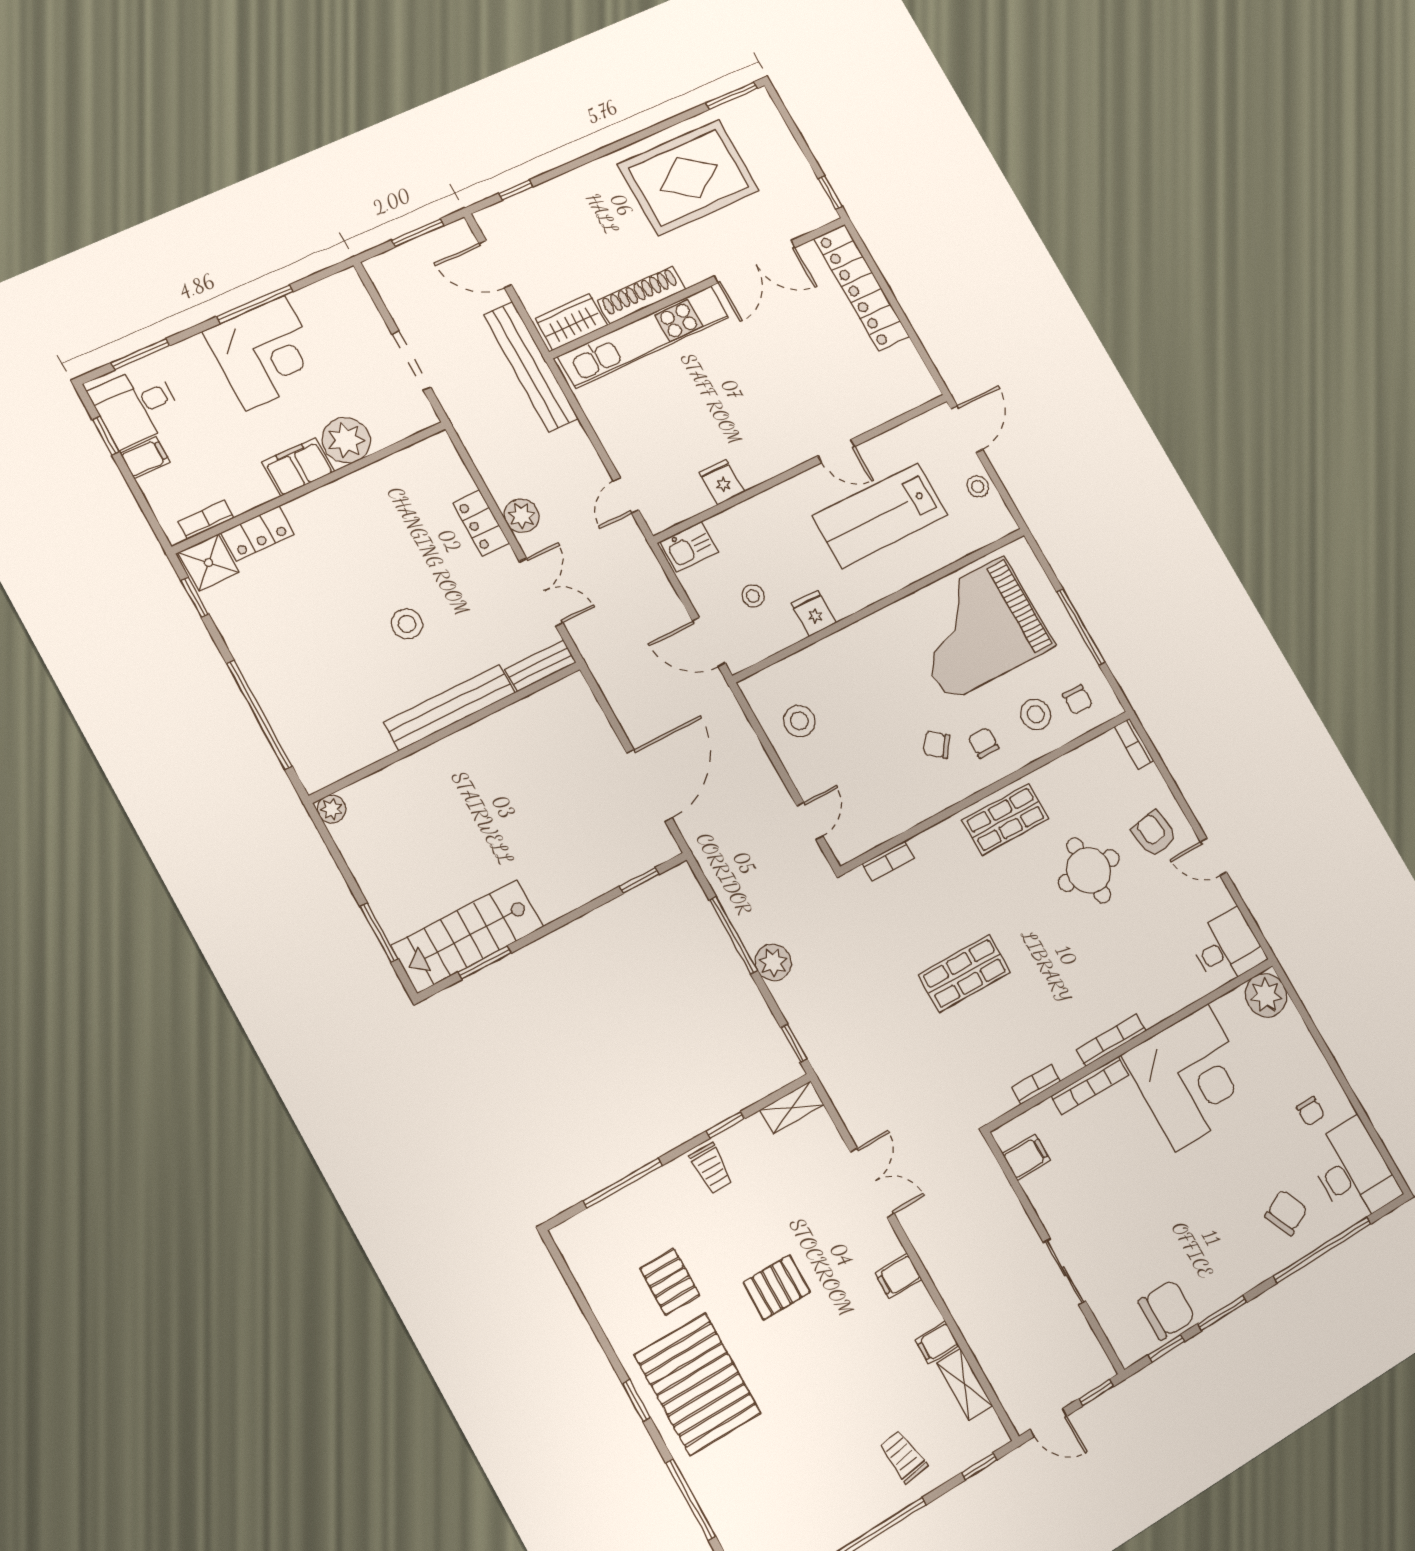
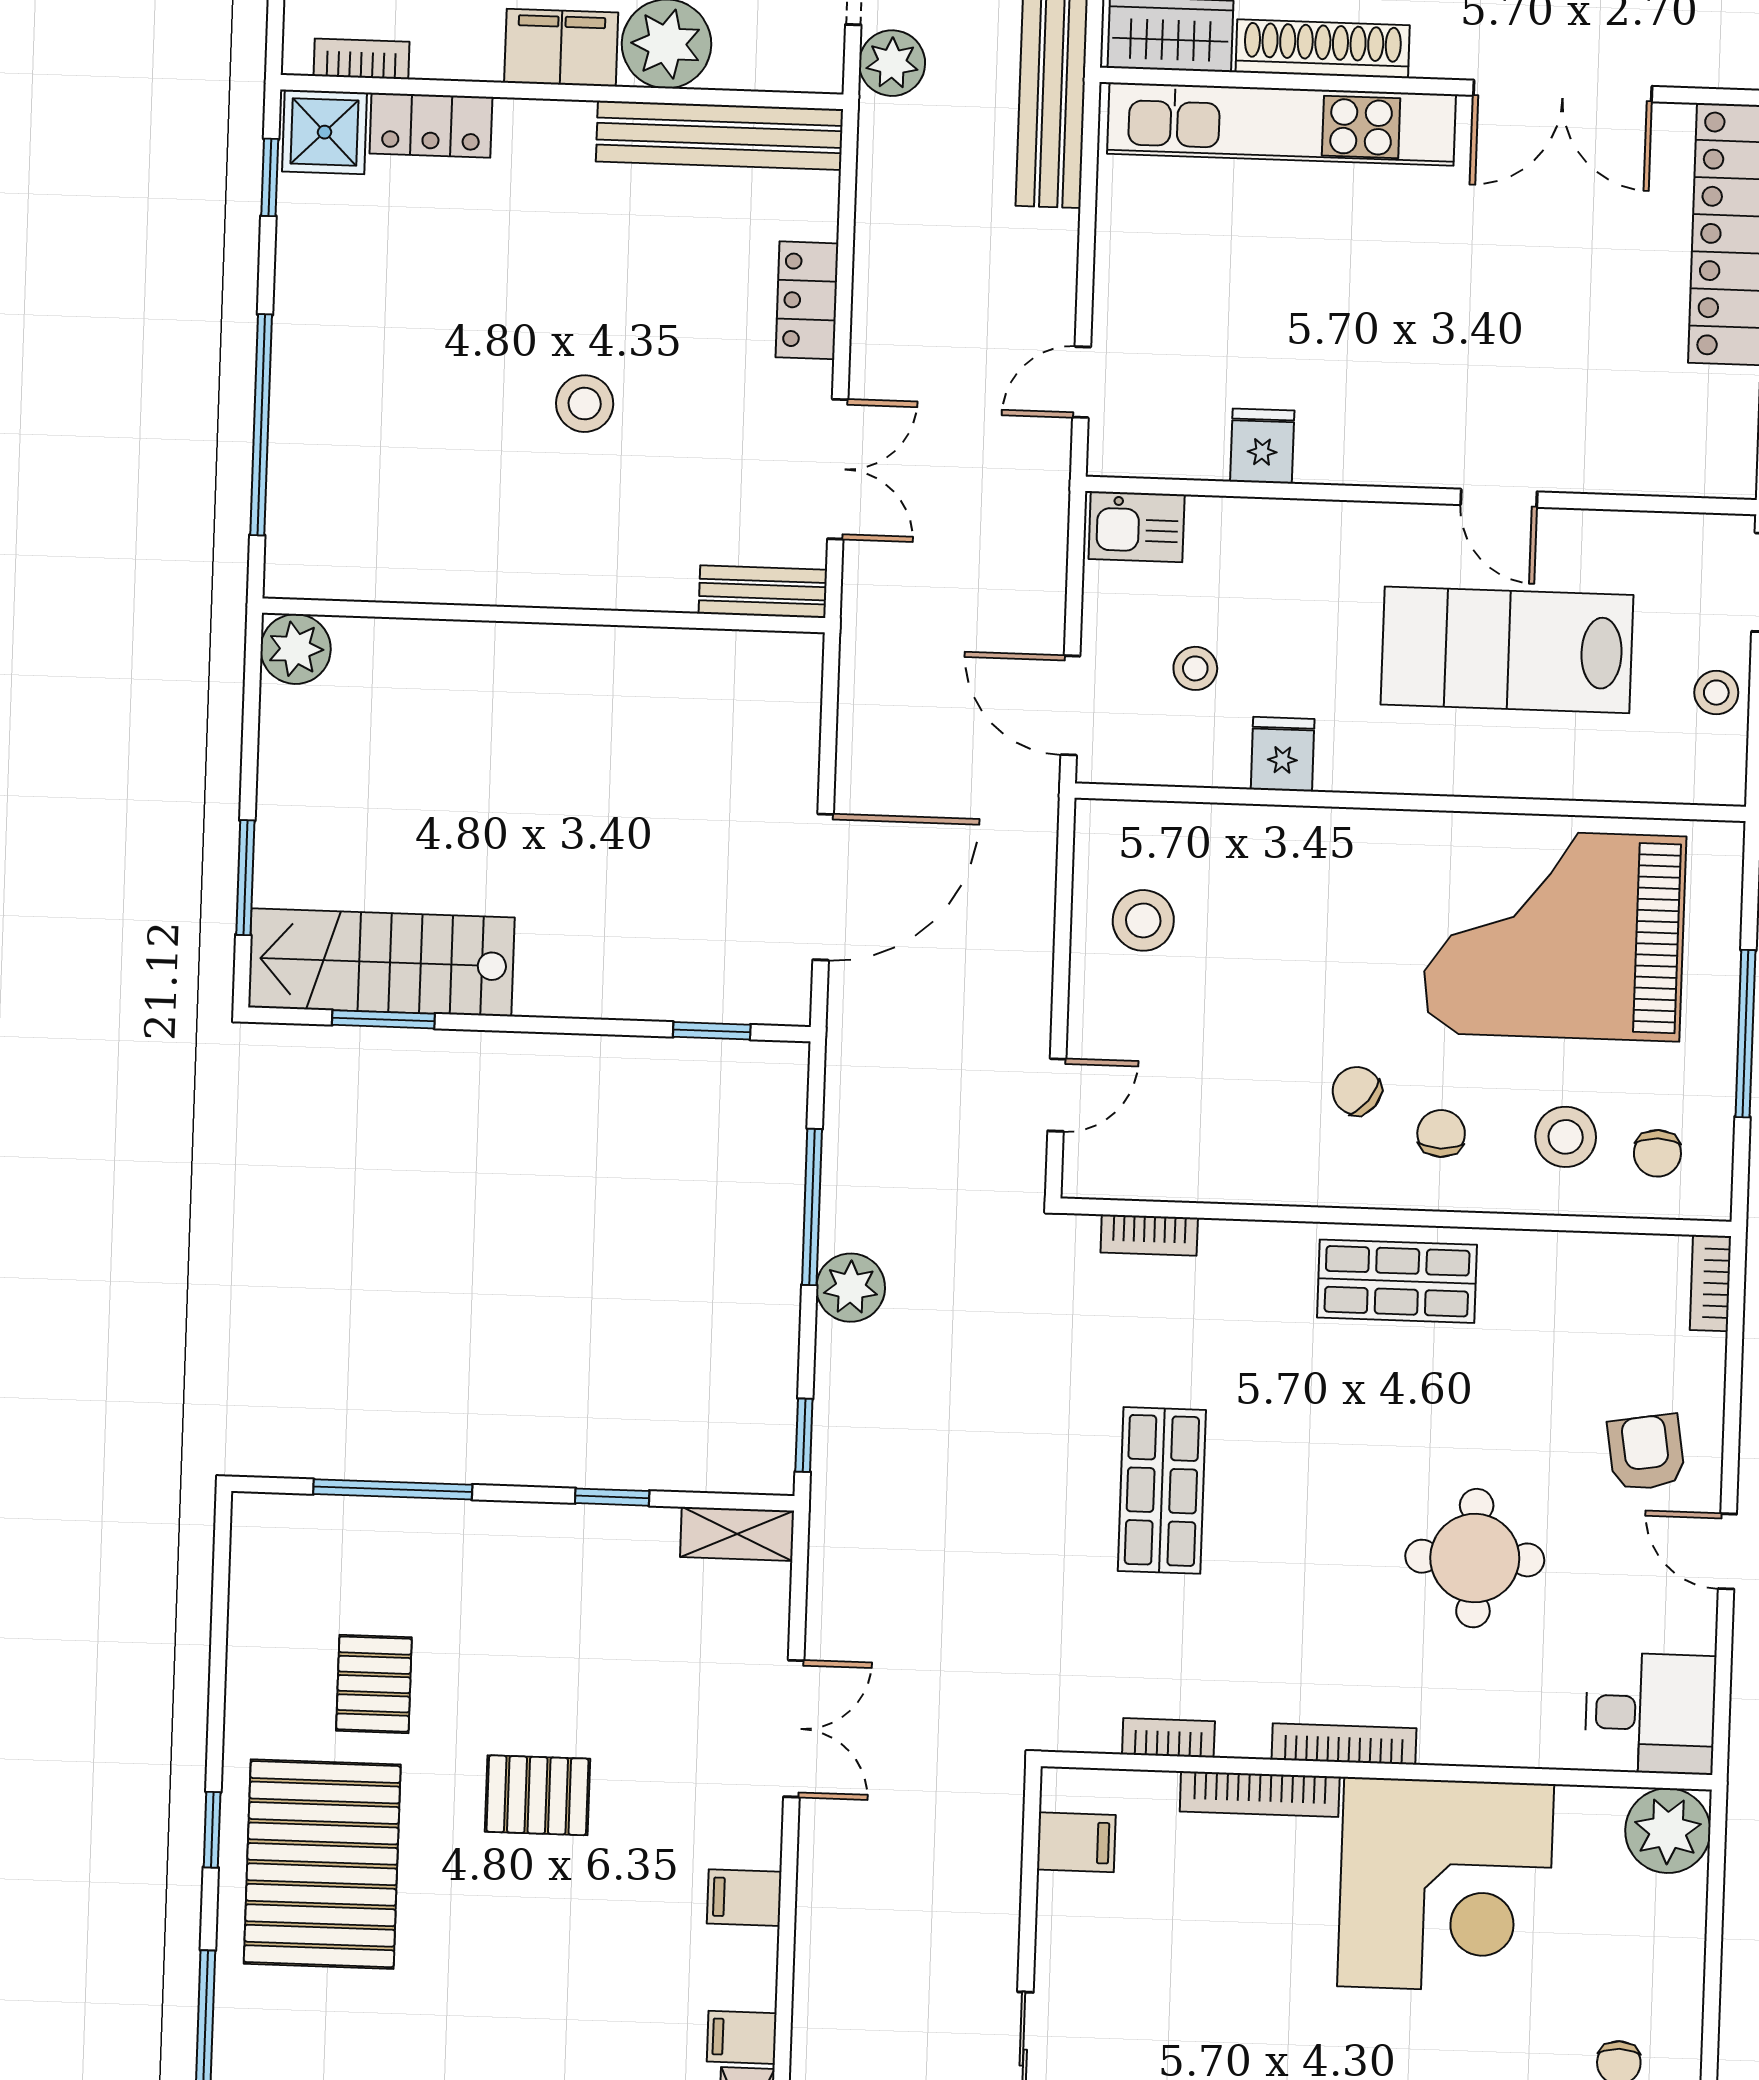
plant: (522, 516) -> (892, 63), moved
bench: (450, 707) -> (719, 135), moved
plant: (332, 809) -> (296, 649), width x1.38, depth x1.38
round table: (1089, 870) -> (1475, 1558), moved
shop shelf: (964, 973) -> (1162, 1490), turned 90
trolley: (711, 1168) -> (548, 1551), removed

